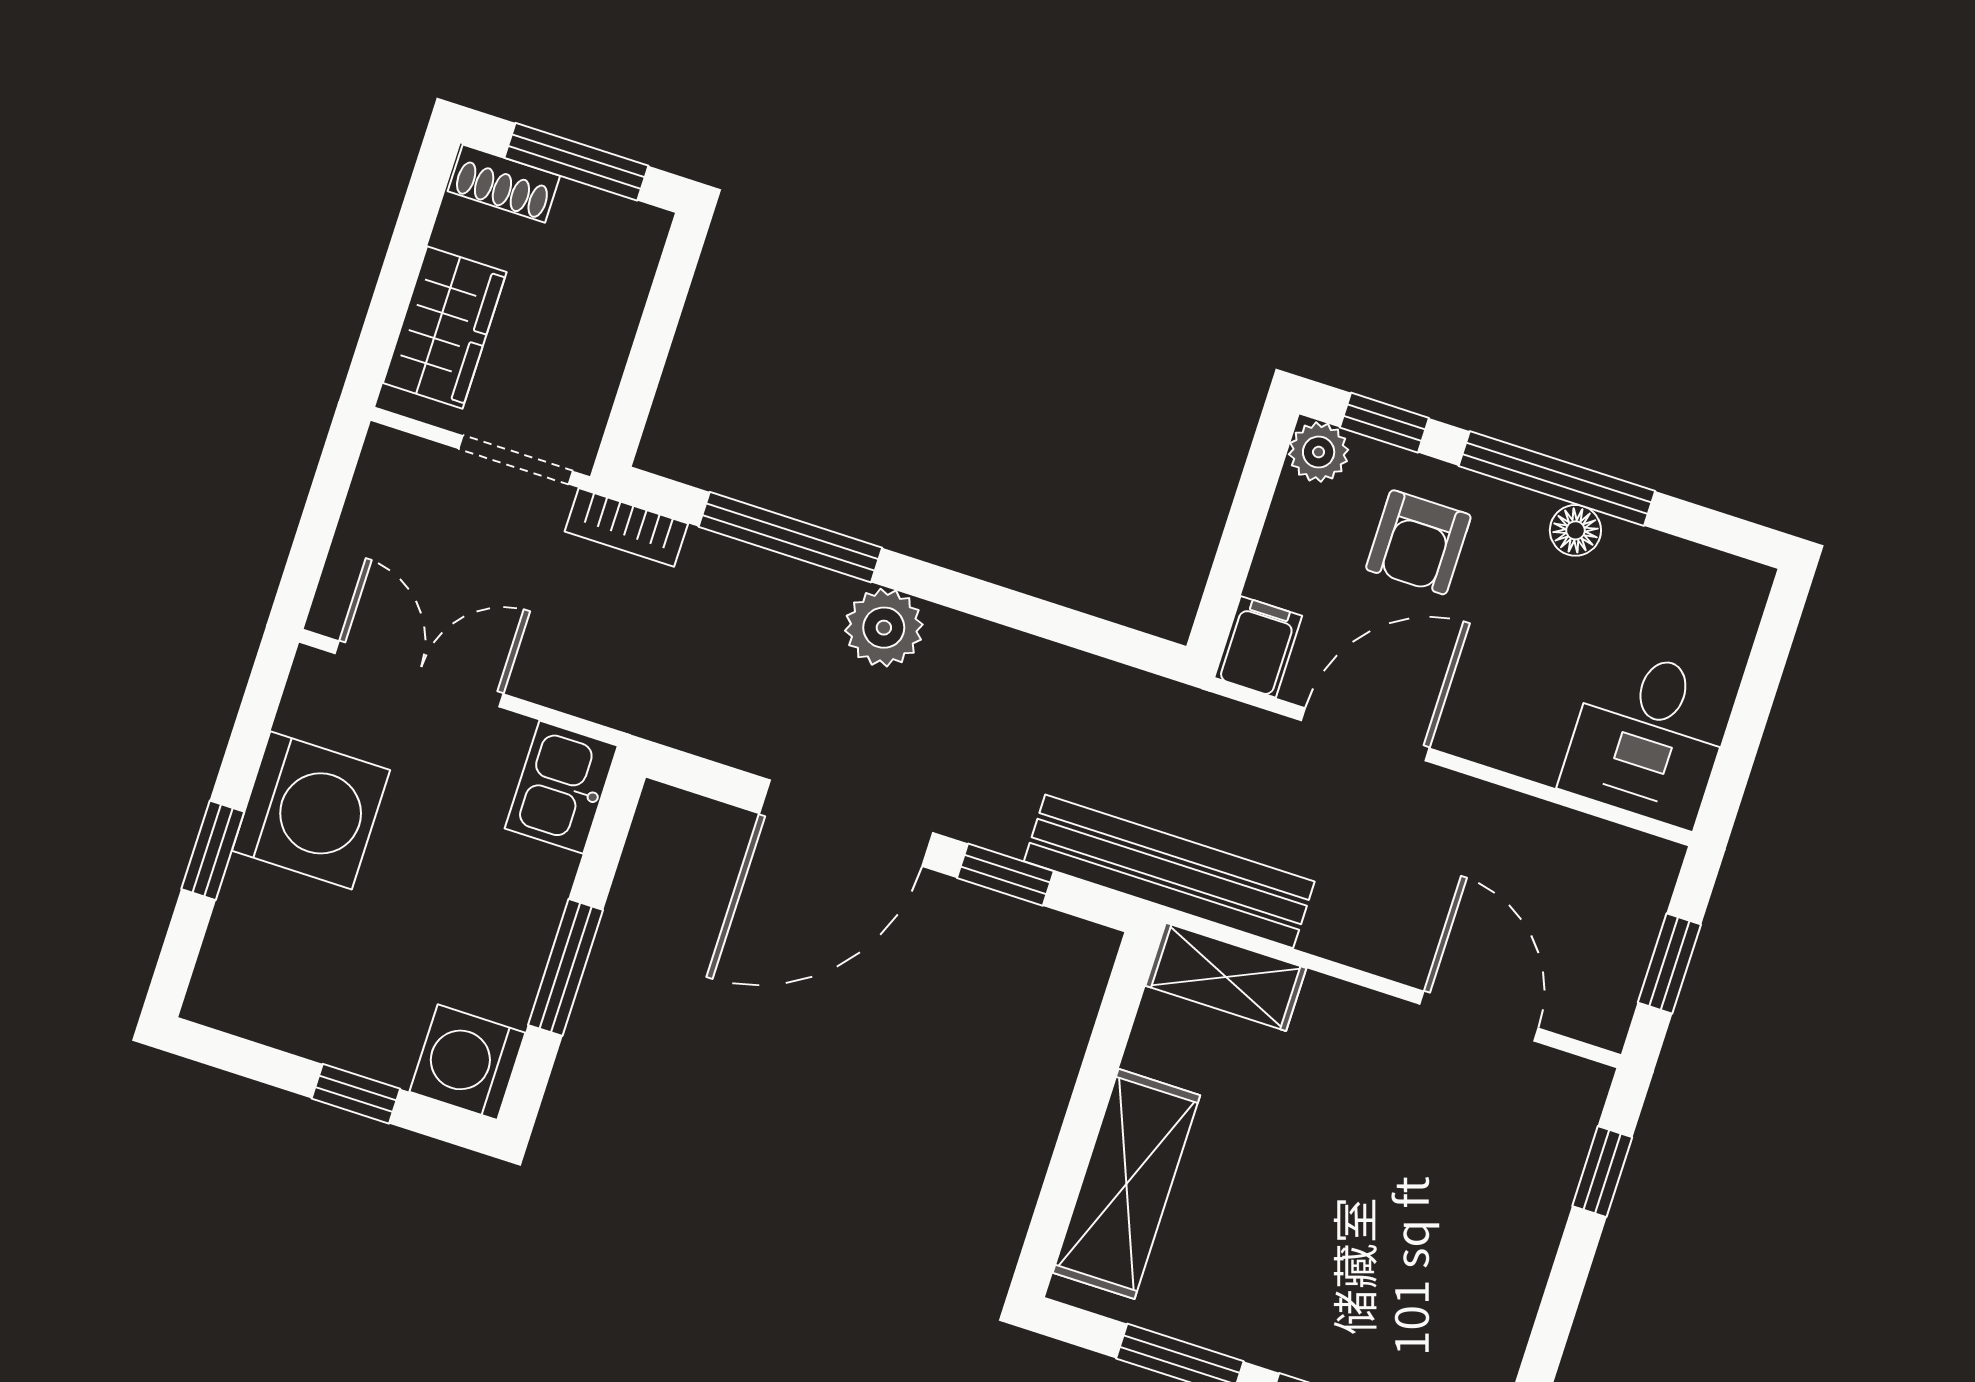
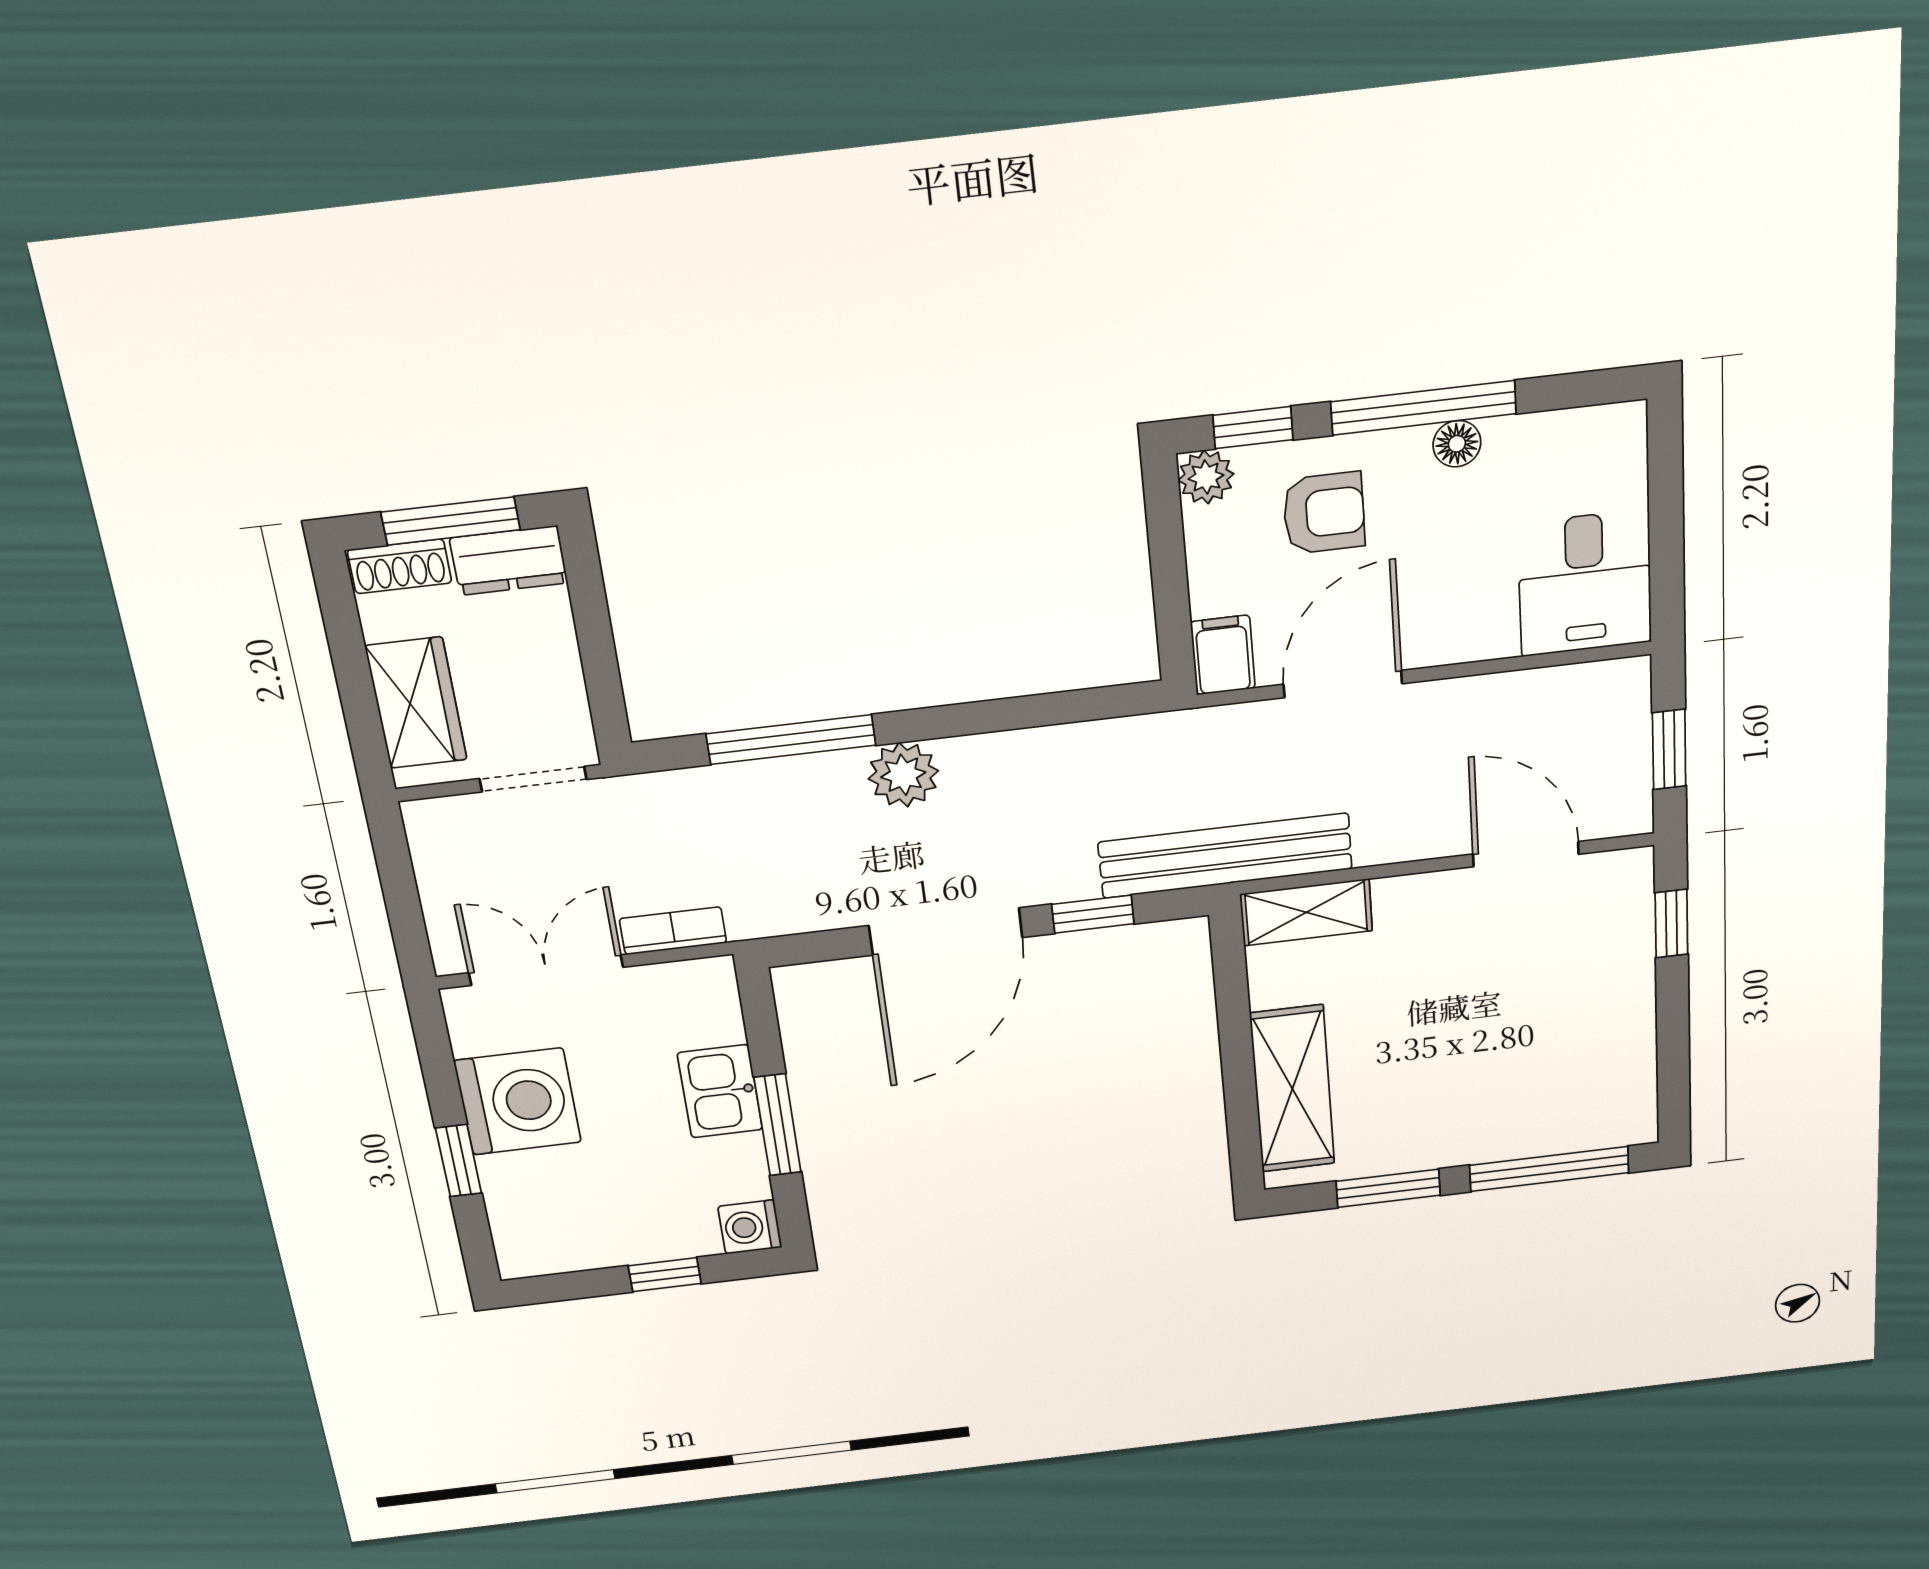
dresser: (611, 226) -> (509, 561), added
bookcase: (626, 527) -> (673, 931), moved, turned 180
armchair: (1418, 542) -> (1324, 513), turned -90
kitchen sink: (561, 787) -> (720, 1091), moved
washing machine: (467, 1062) -> (750, 1227), width x0.73, depth x0.73

